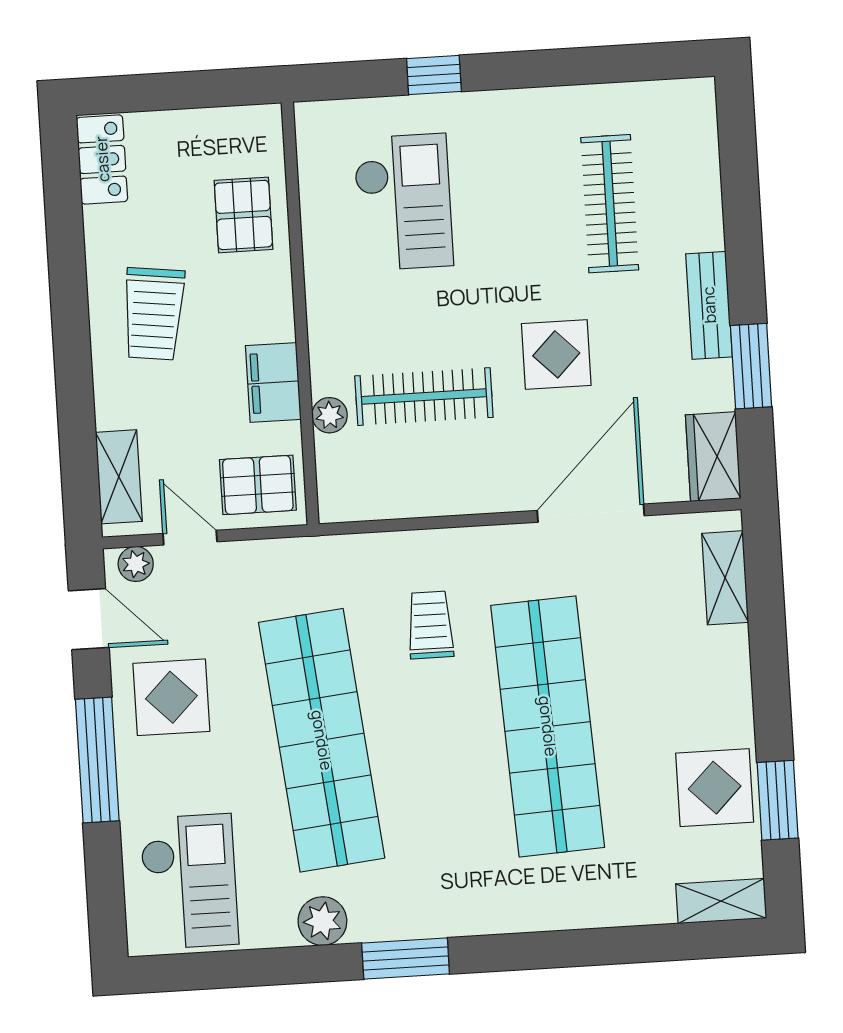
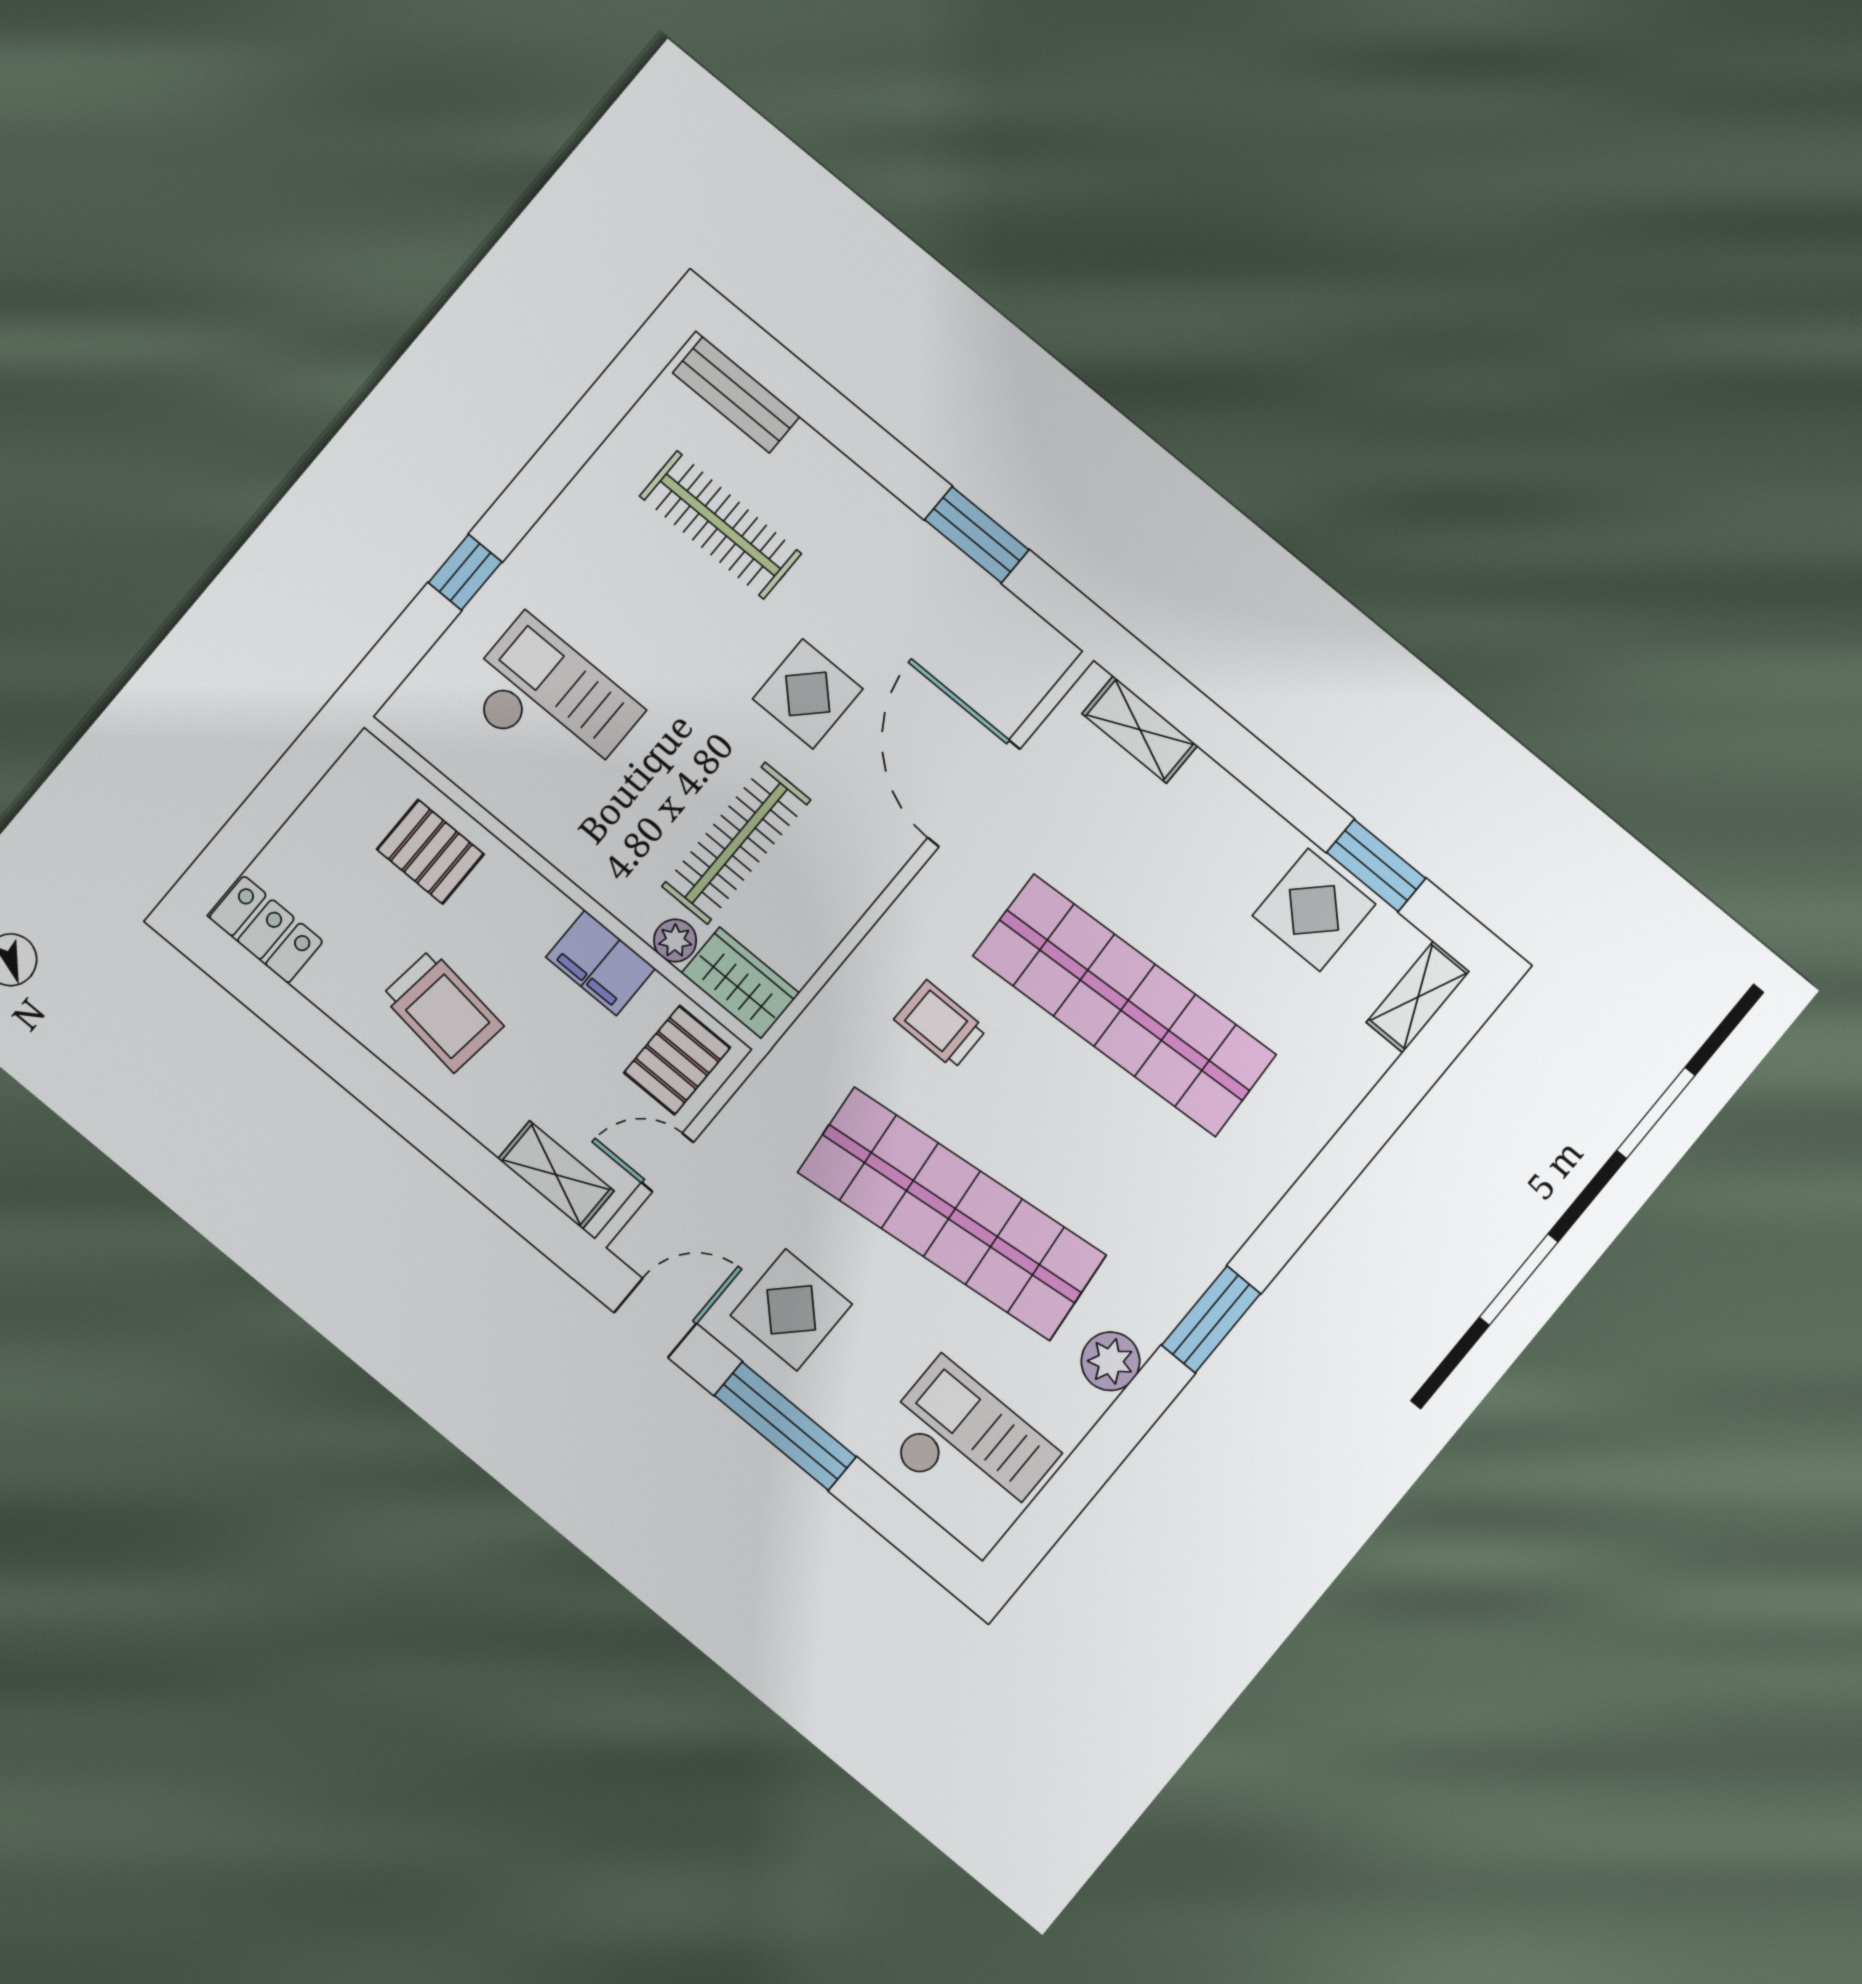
bench: (709, 305) -> (736, 395), moved
wardrobe: (713, 457) -> (740, 983), moved, turned 180
plant: (136, 564) -> (646, 1232), removed

